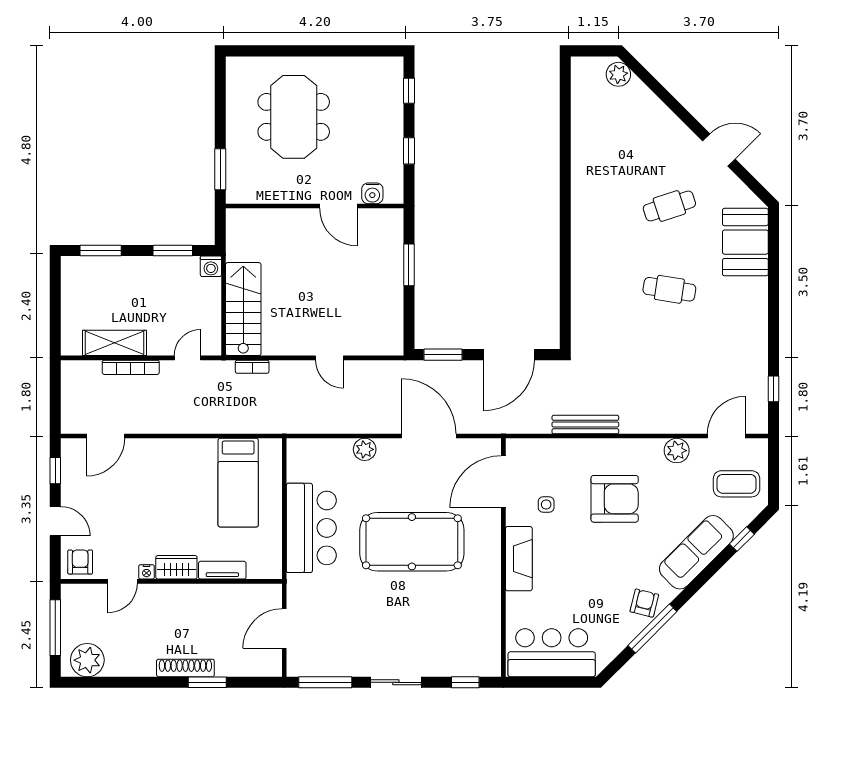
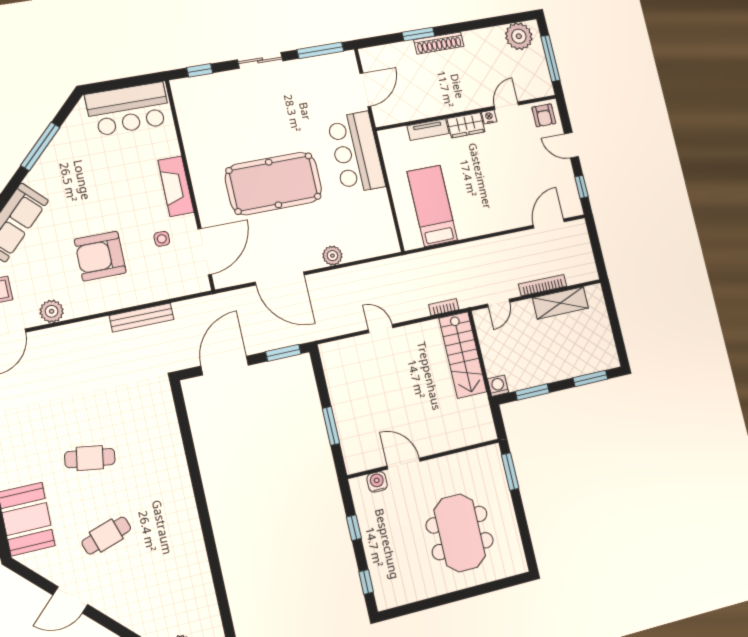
bar counter: (311, 528) -> (356, 152), moved
armchair: (644, 603) -> (53, 168), removed

